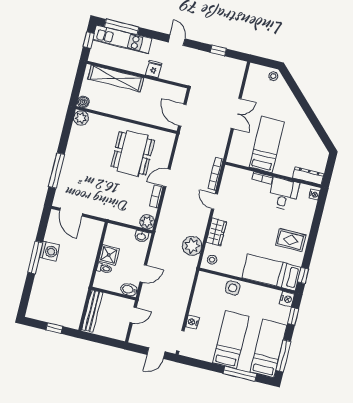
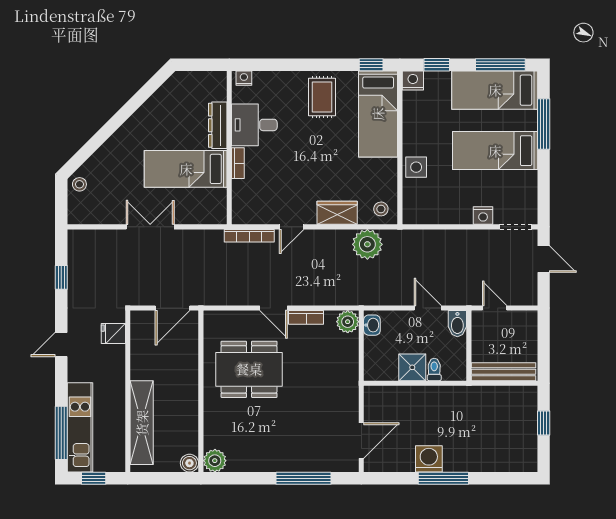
fridge: (154, 69) -> (113, 333), moved
dresser: (308, 176) -> (218, 125), moved

